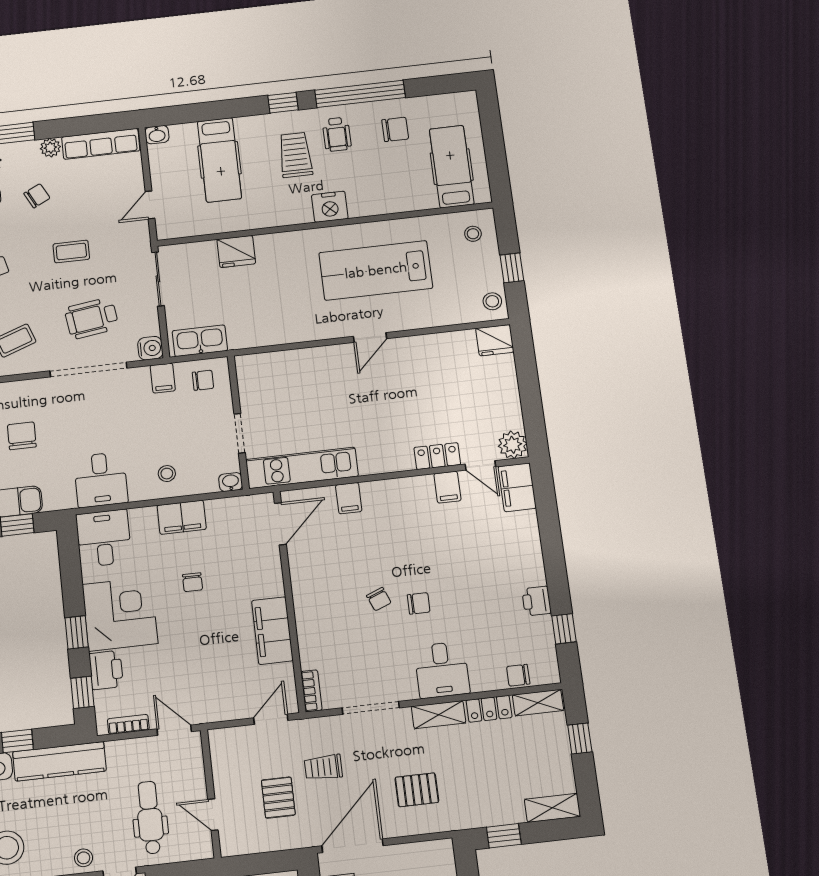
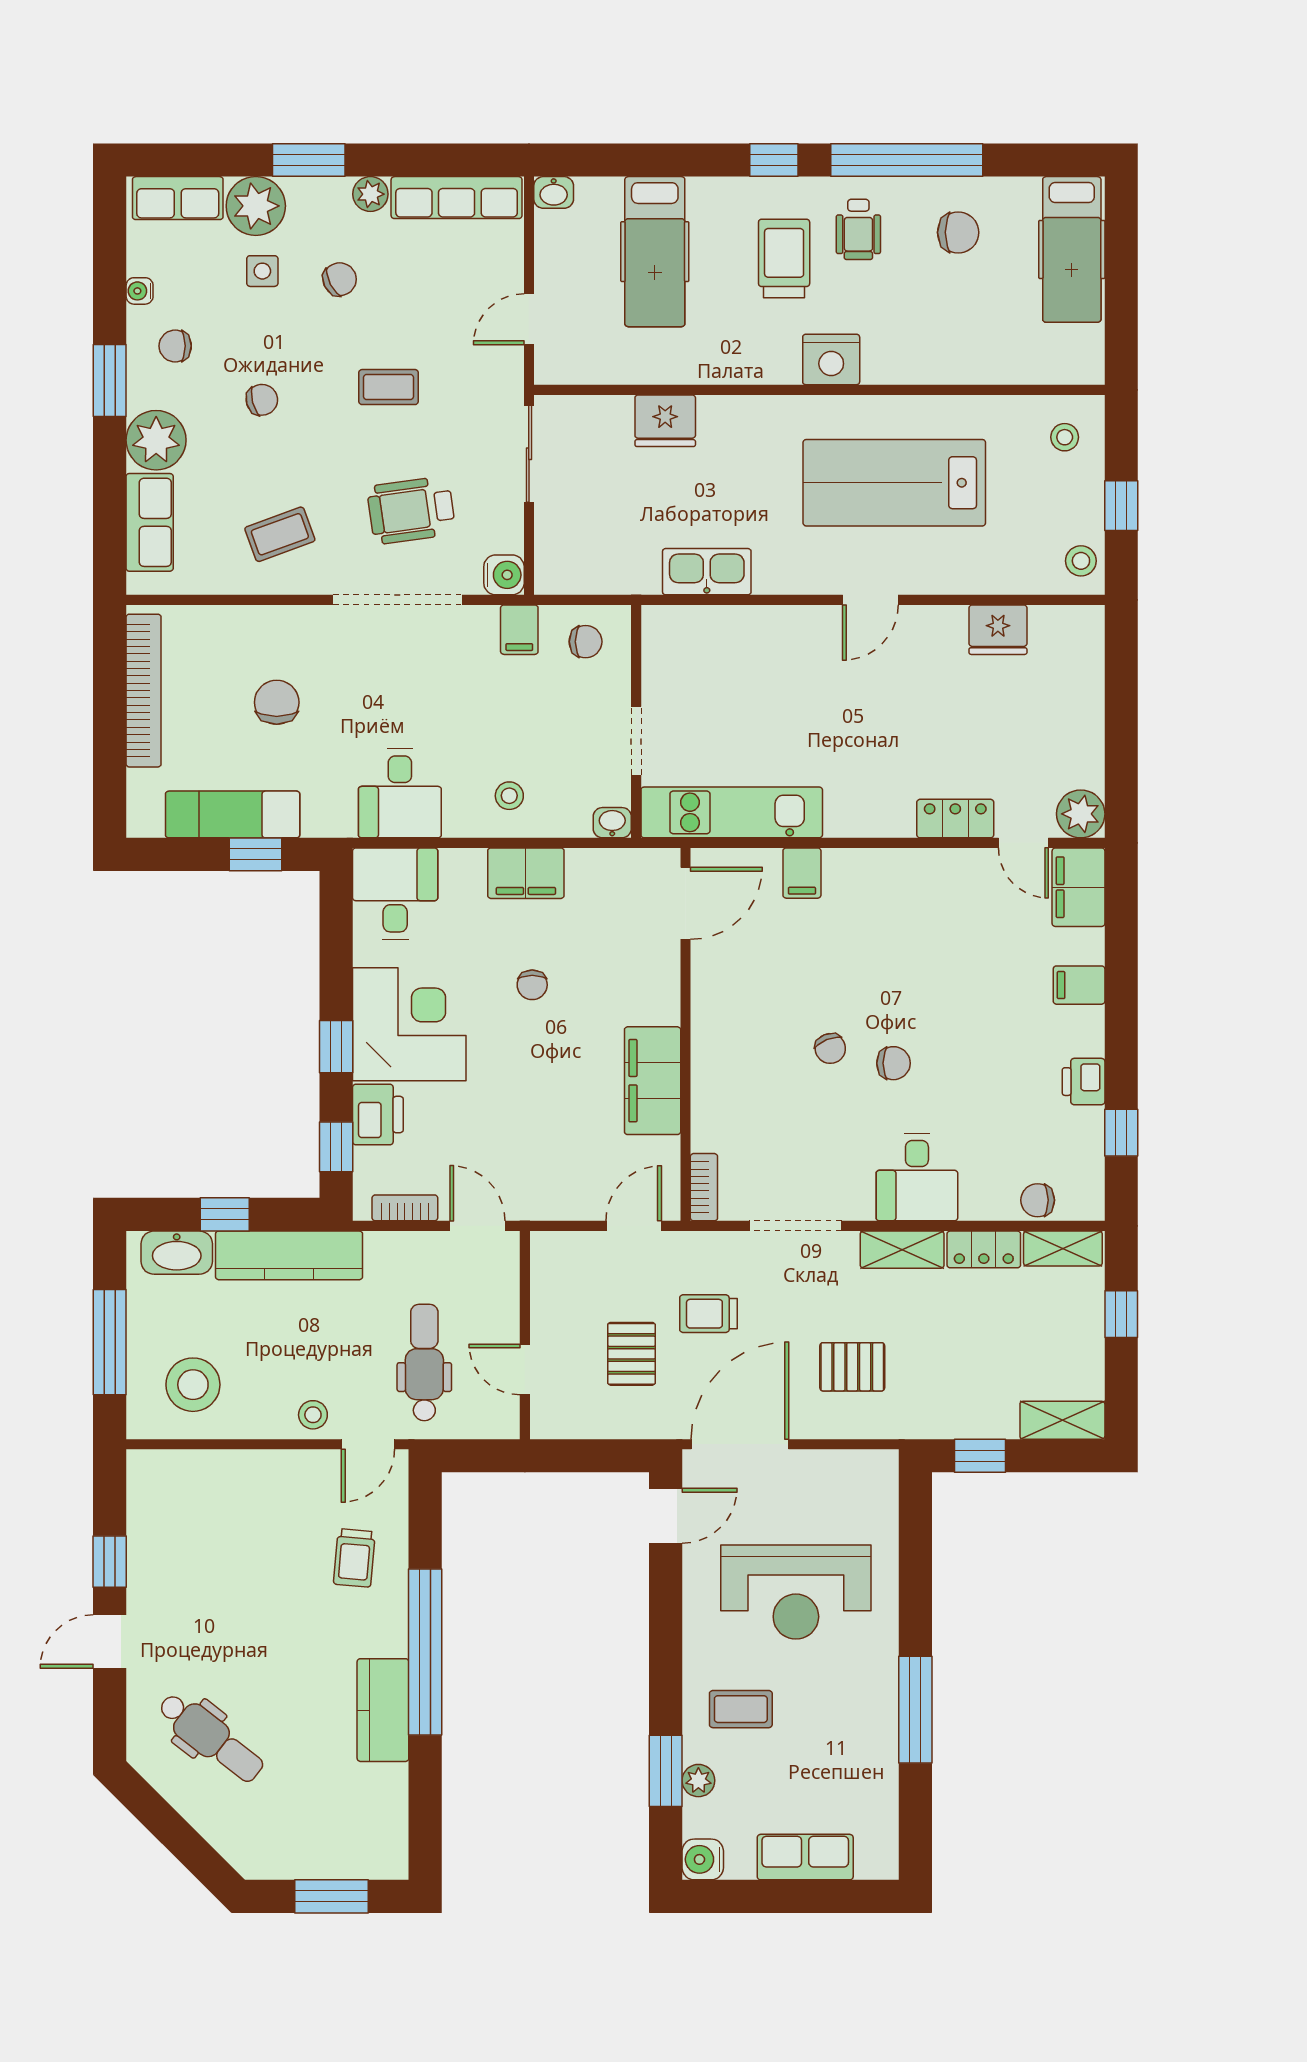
hospital bed: (452, 167) -> (1072, 249), moved, turned 180
fridge: (495, 340) -> (998, 630), moved
kitchen sink: (200, 341) -> (707, 572), moved
filing cabinet: (447, 487) -> (1079, 985), moved, turned 90

